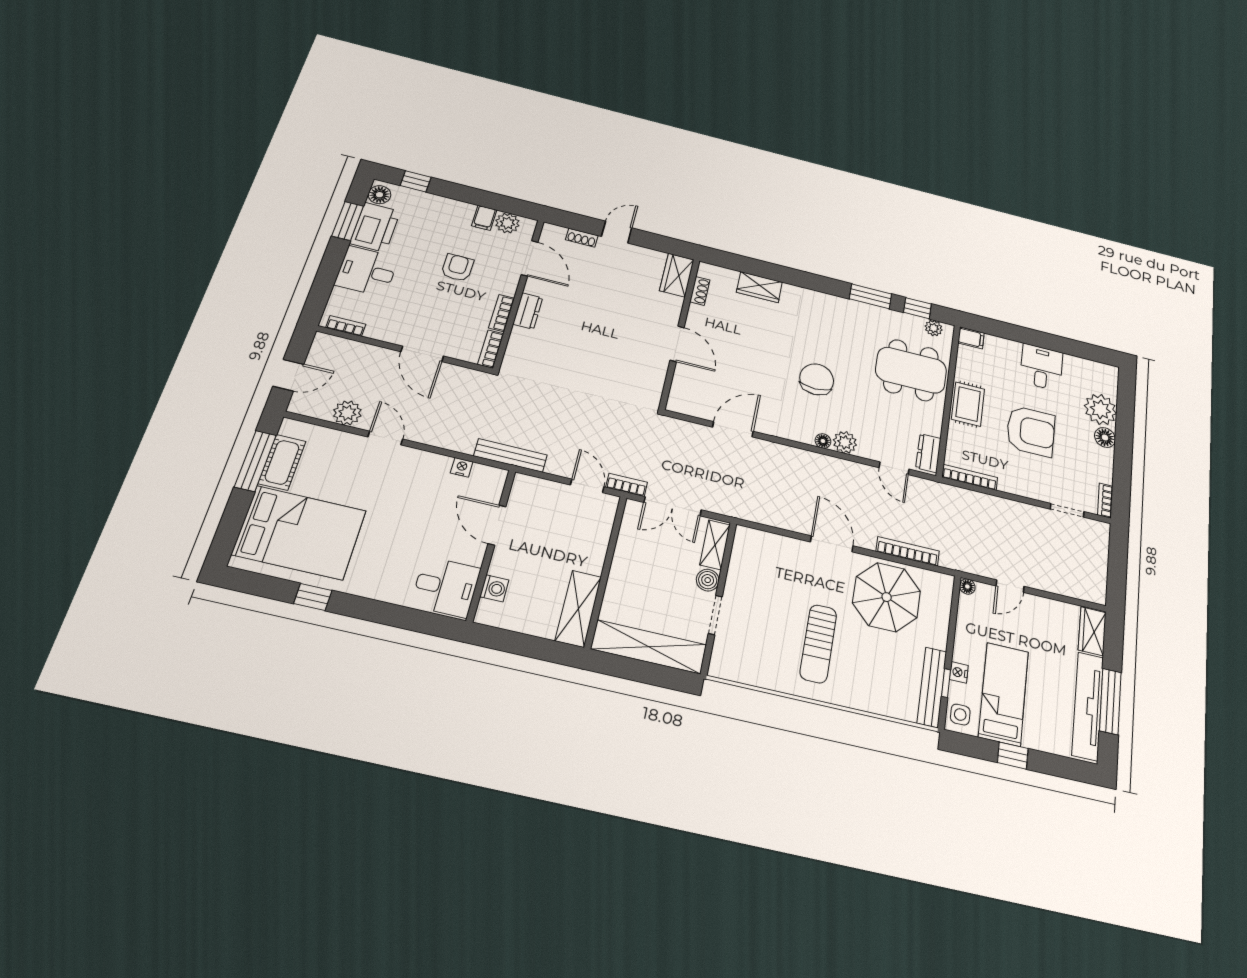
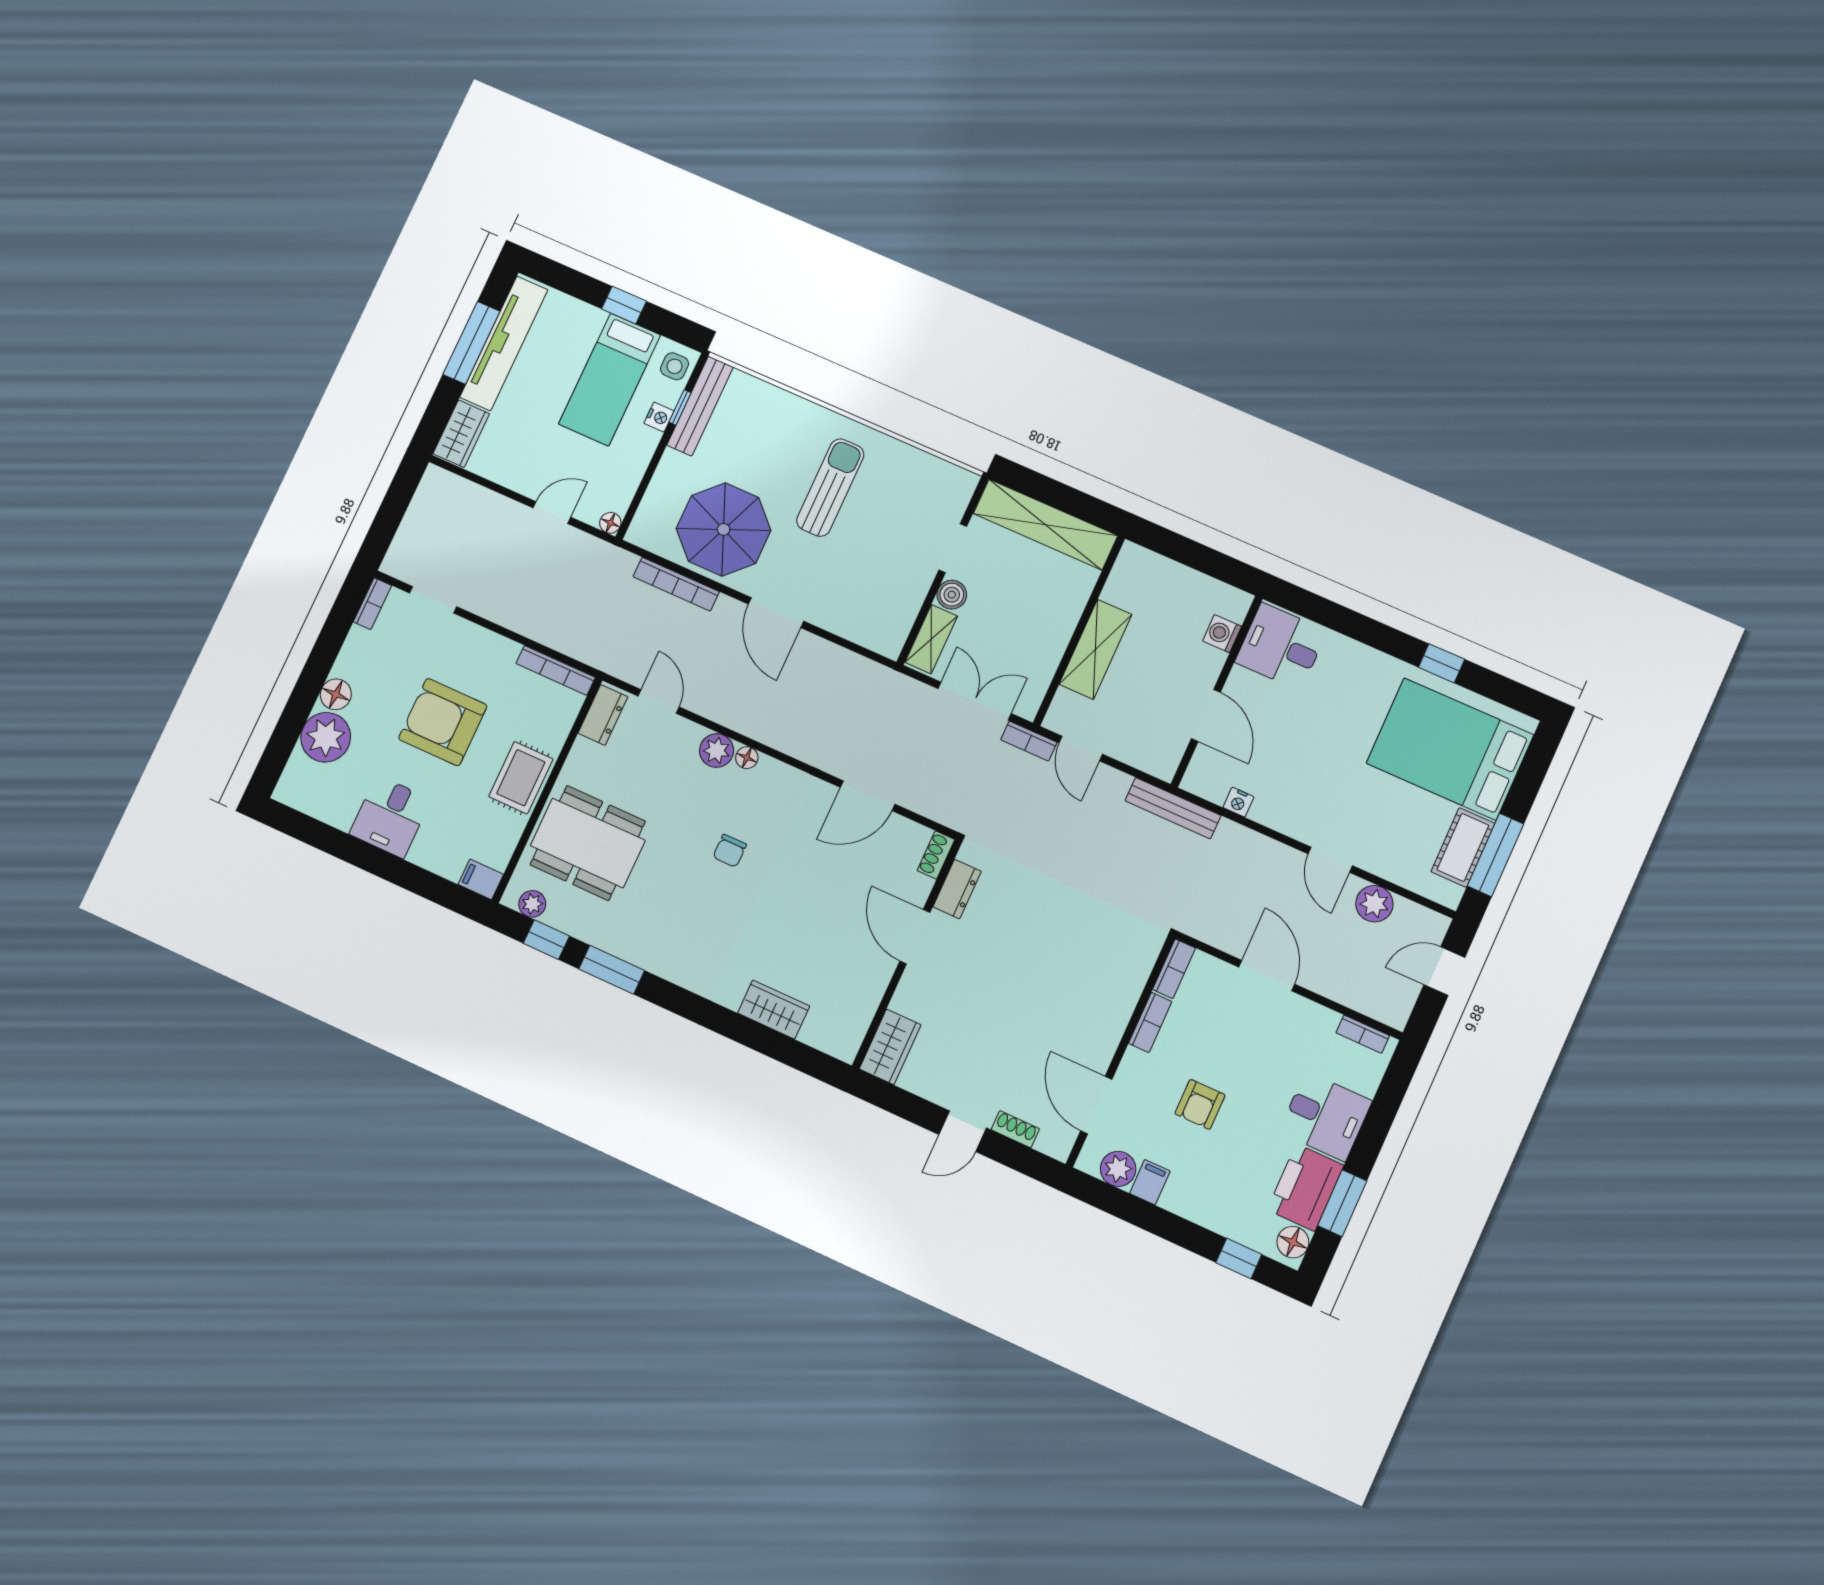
shoe rack: (700, 291) -> (936, 855), moved
dresser: (528, 311) -> (957, 889), moved, turned 180
chair: (817, 379) -> (730, 851), width x0.54, depth x0.54
shelving: (578, 609) -> (1095, 649), moved

